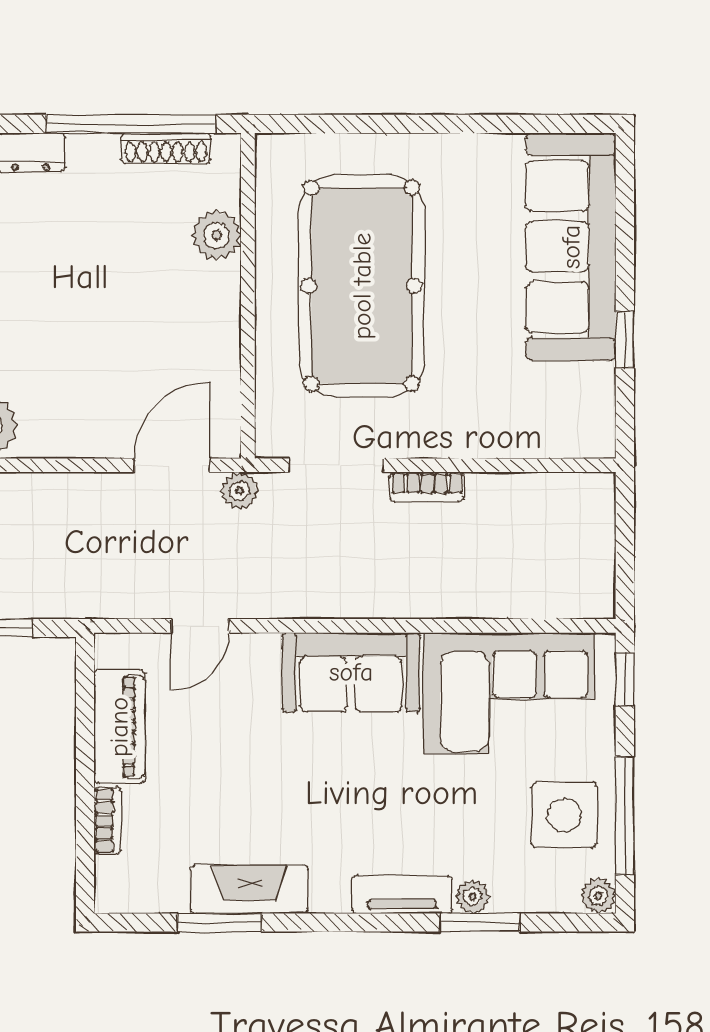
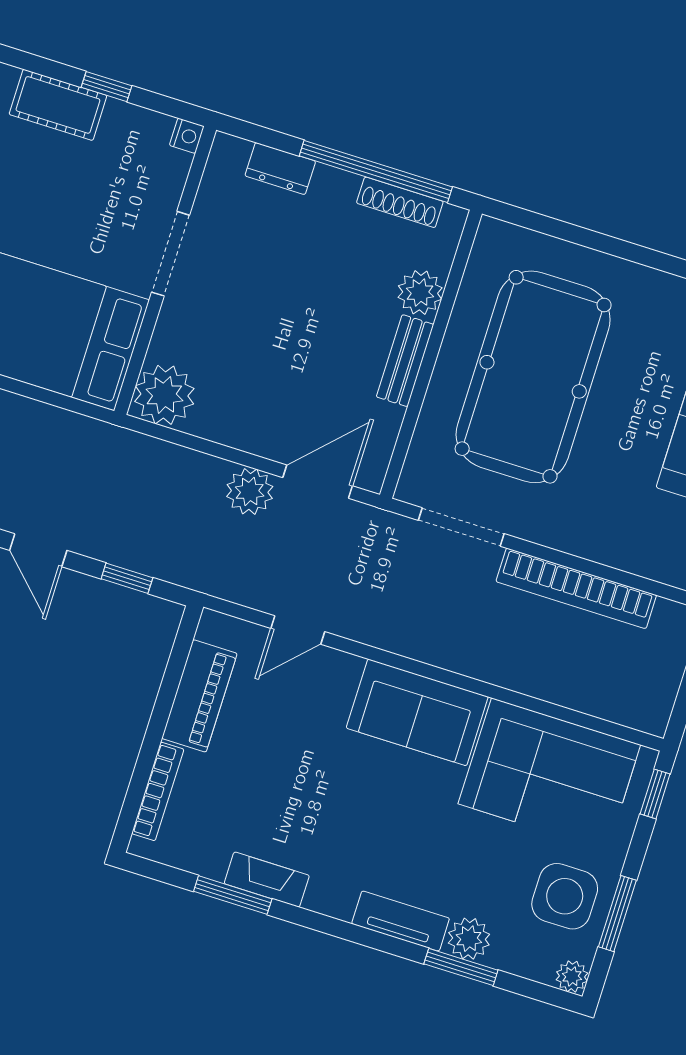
bench: (223, 311) -> (405, 361), added
bookcase: (427, 487) -> (576, 588), width x2.31, depth x1.31
plant: (240, 491) -> (250, 491), moved, width x1.38, depth x1.38
window: (625, 816) -> (617, 914), width x0.69
bookcase: (107, 820) -> (158, 791), width x1.56
fireplace: (249, 889) -> (267, 879), width x0.73, depth x0.76
plant: (473, 897) -> (469, 939), width x1.38, depth x1.38

